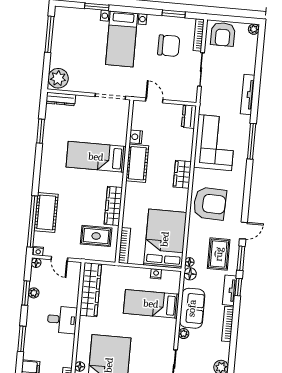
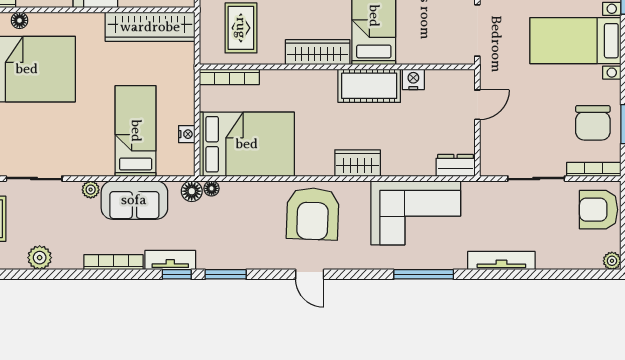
chair: (169, 46) -> (593, 123), moved
wardrobe: (113, 206) -> (318, 52), moved
door: (243, 231) -> (310, 274), moved
rug: (219, 254) -> (229, 236), removed

